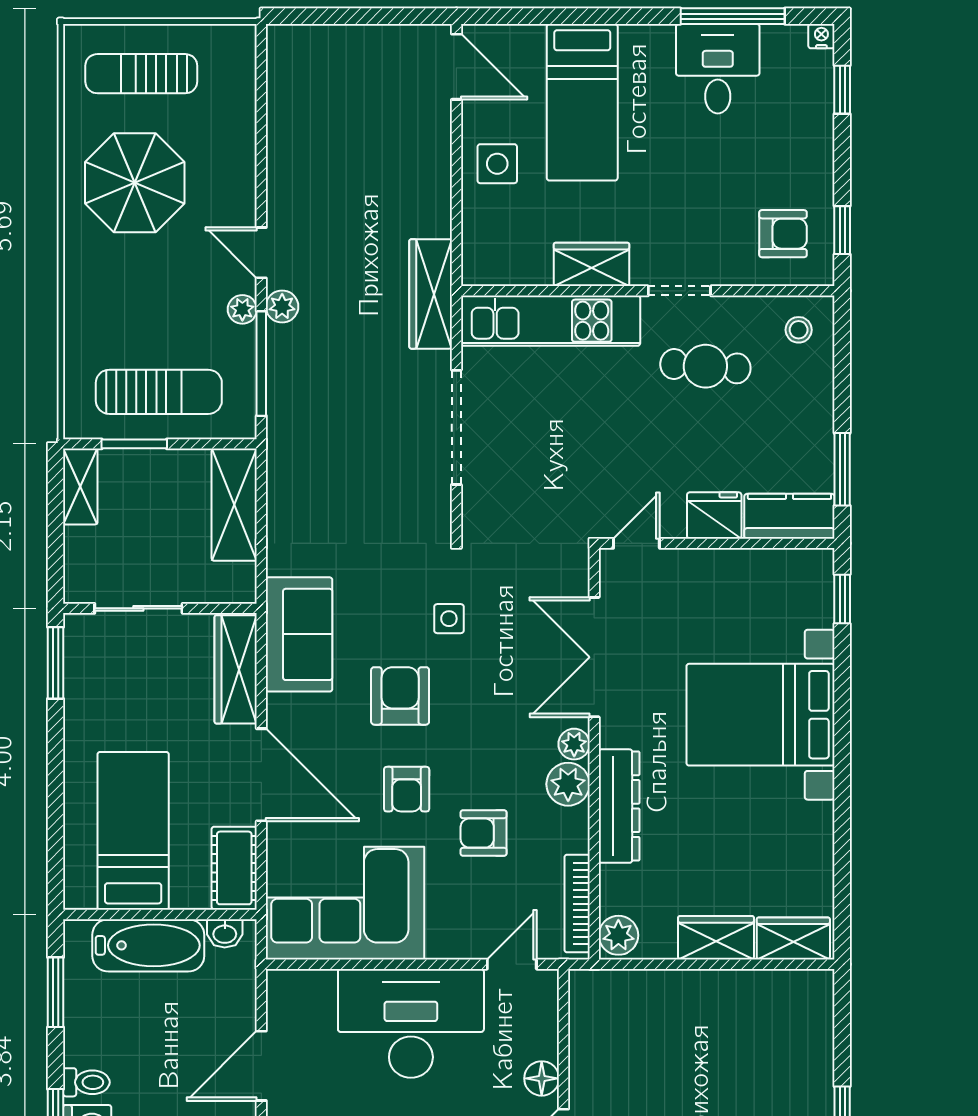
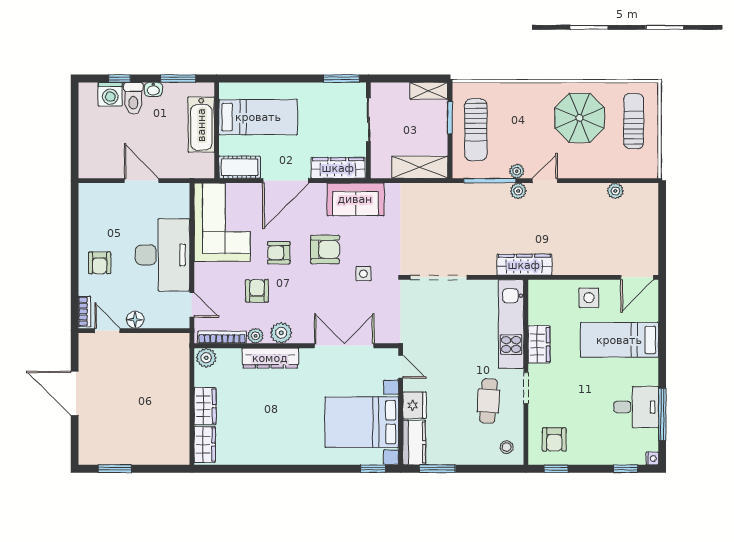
plant: (282, 110) -> (615, 191), added
doorway: (456, 427) -> (438, 277), moved
bed with nightstands: (761, 715) -> (362, 422), moved, turned -90
plant: (574, 744) -> (256, 336), moved
washbasin: (225, 933) -> (153, 89), moved, turned -90
toilet: (86, 1082) -> (133, 98), width x1.37, depth x1.39

